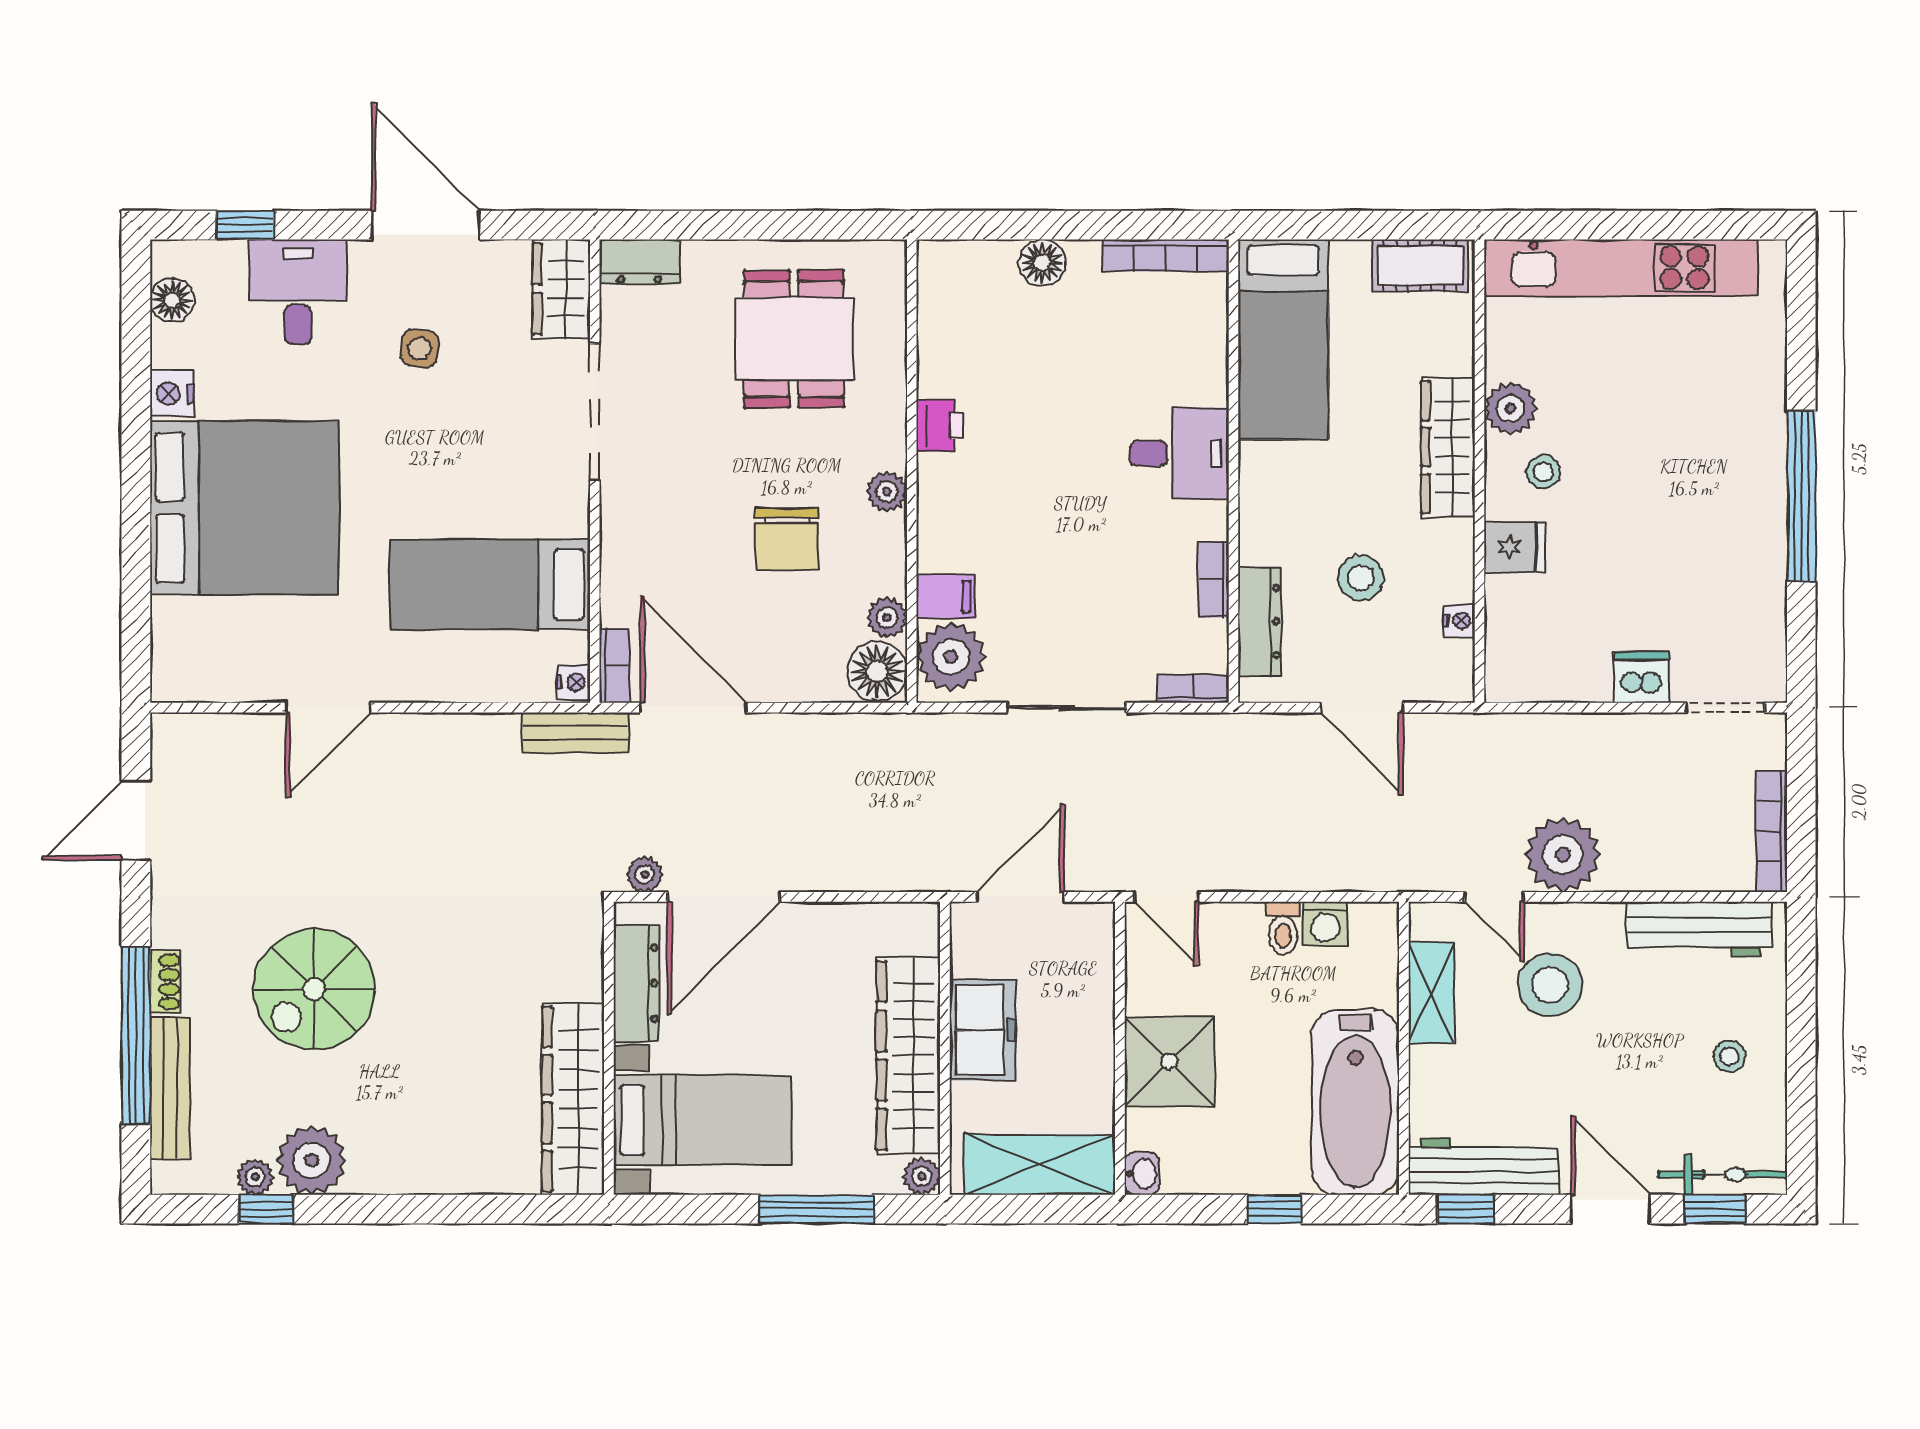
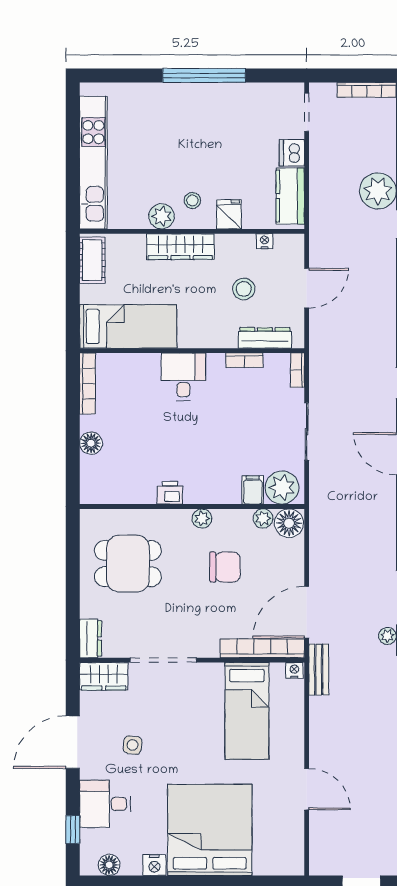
bookcase: (614, 665) -> (262, 648), width x2.31, depth x1.31
kitchen counter: (1552, 674) -> (290, 196), added

